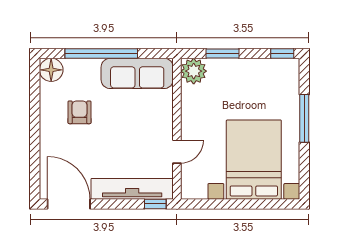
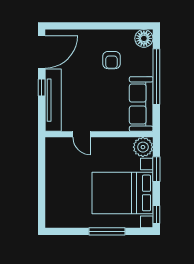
armchair: (80, 112) -> (111, 60), turned 90
bed with nightstands: (254, 160) -> (123, 193), moved, turned 180
window: (155, 204) -> (42, 88), moved

